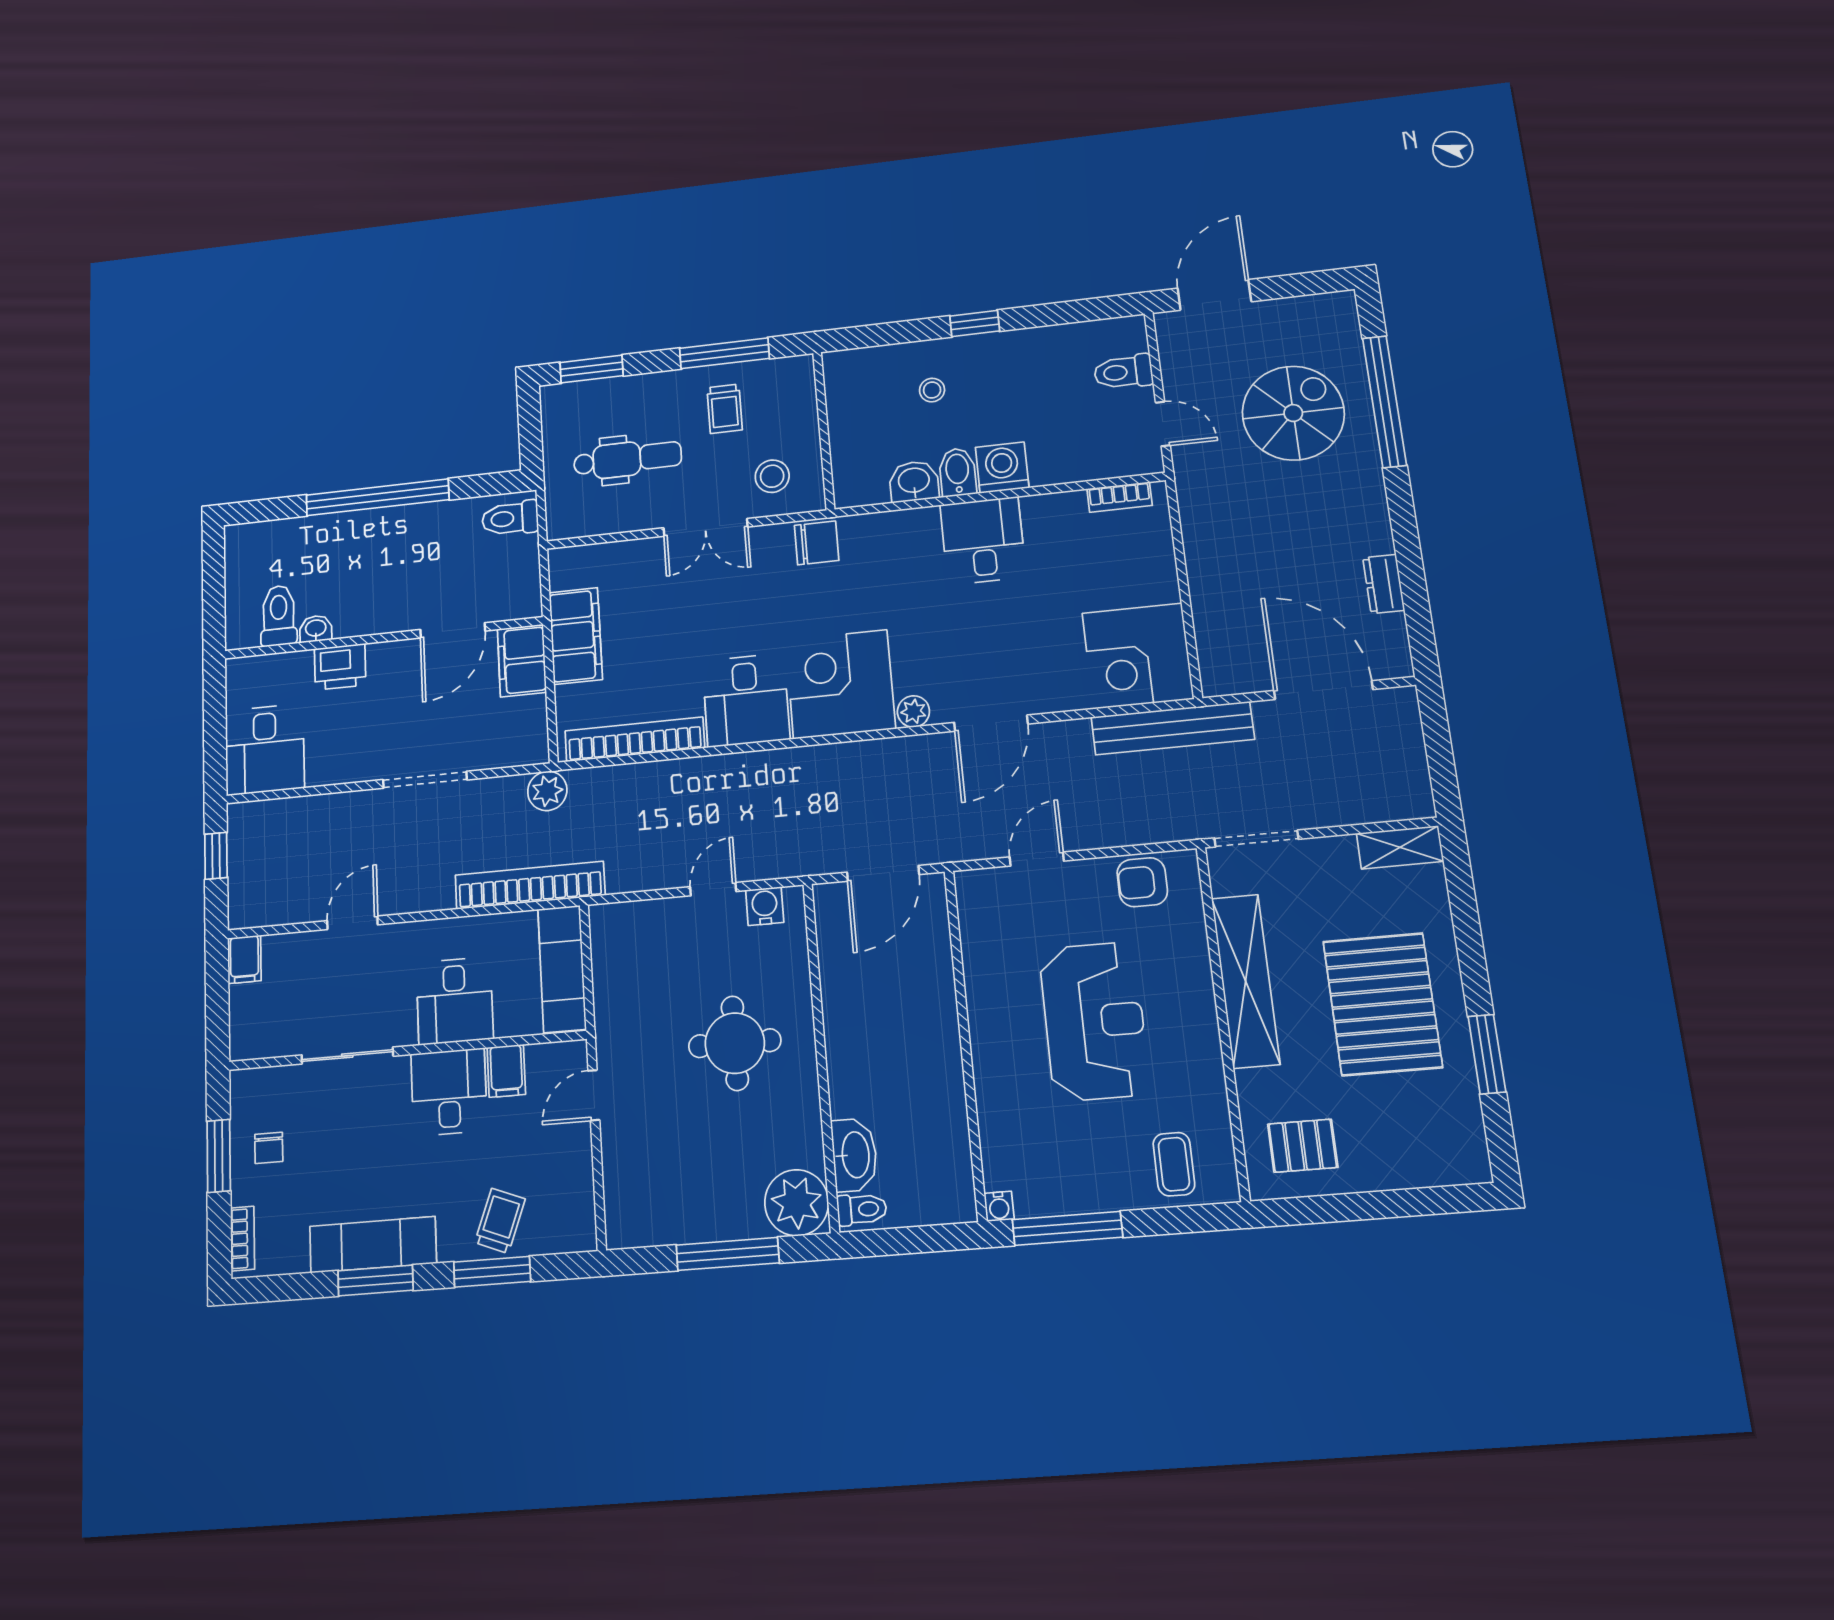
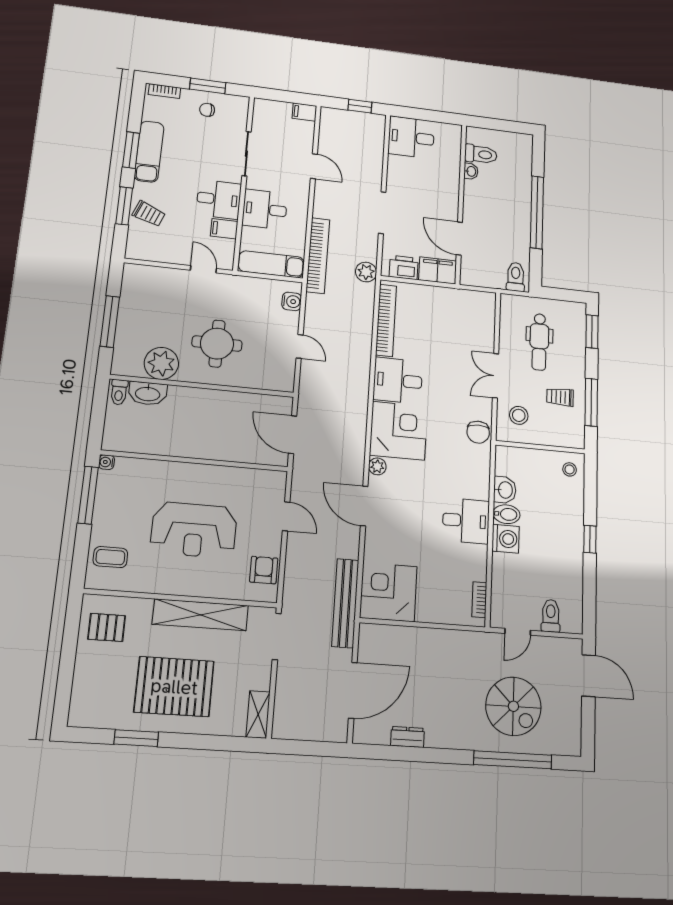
stool: (932, 390) -> (570, 469), moved
filing cabinet: (576, 636) -> (447, 300), removed
printer: (340, 667) -> (404, 267), moved, turned 90
water cooler: (765, 906) -> (292, 301), moved
pallet: (1303, 1146) -> (107, 627), turned 90
plant: (797, 1203) -> (161, 363), moved

